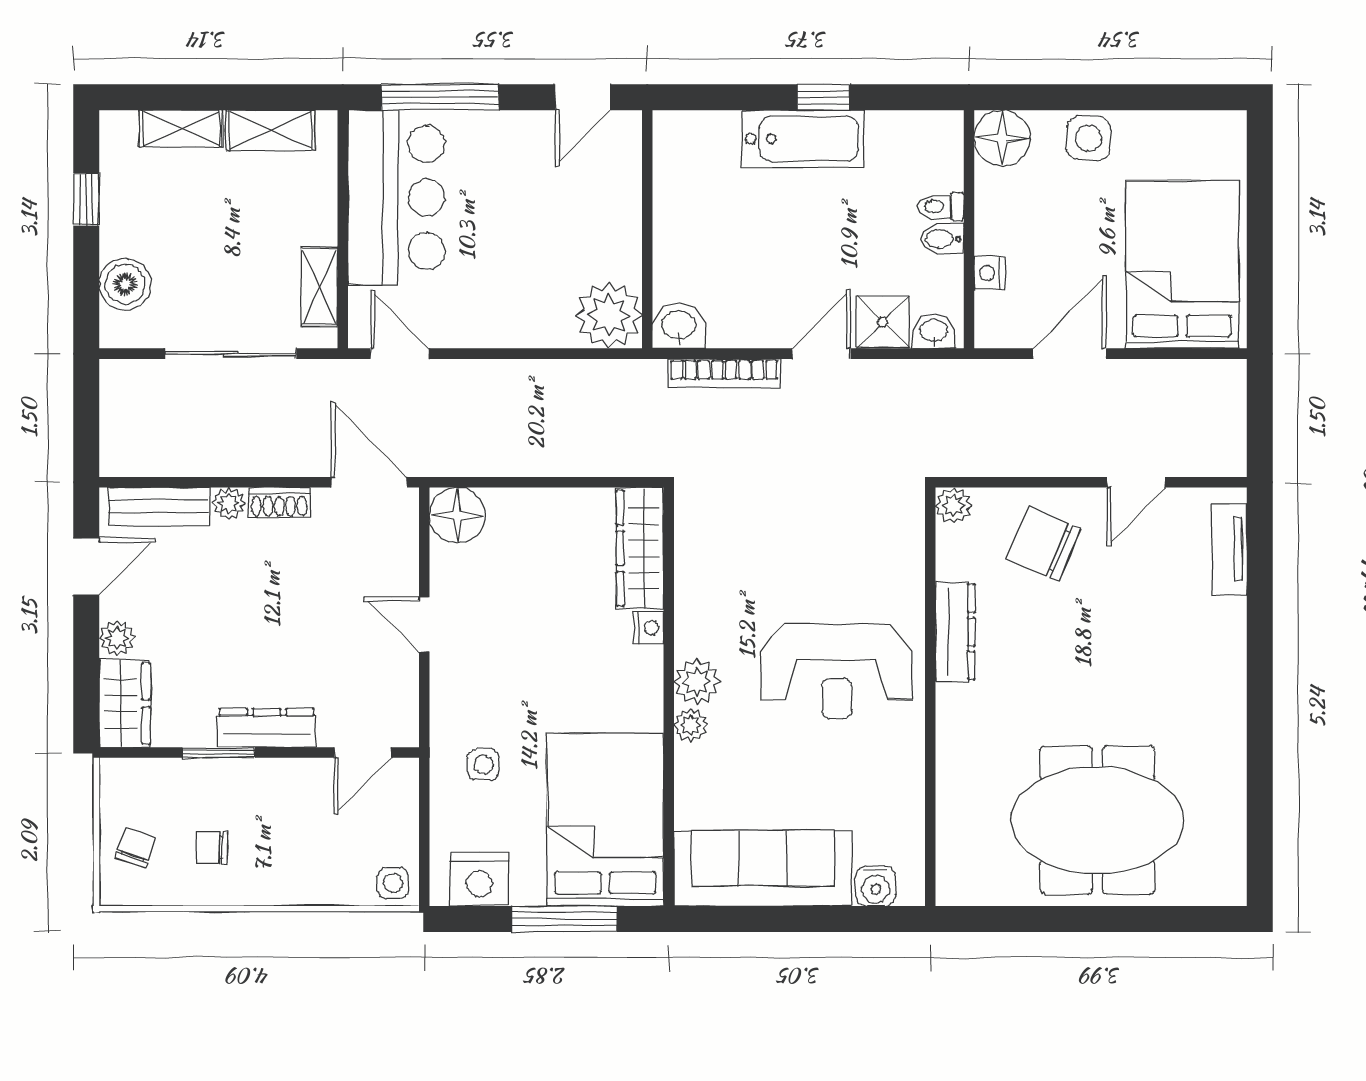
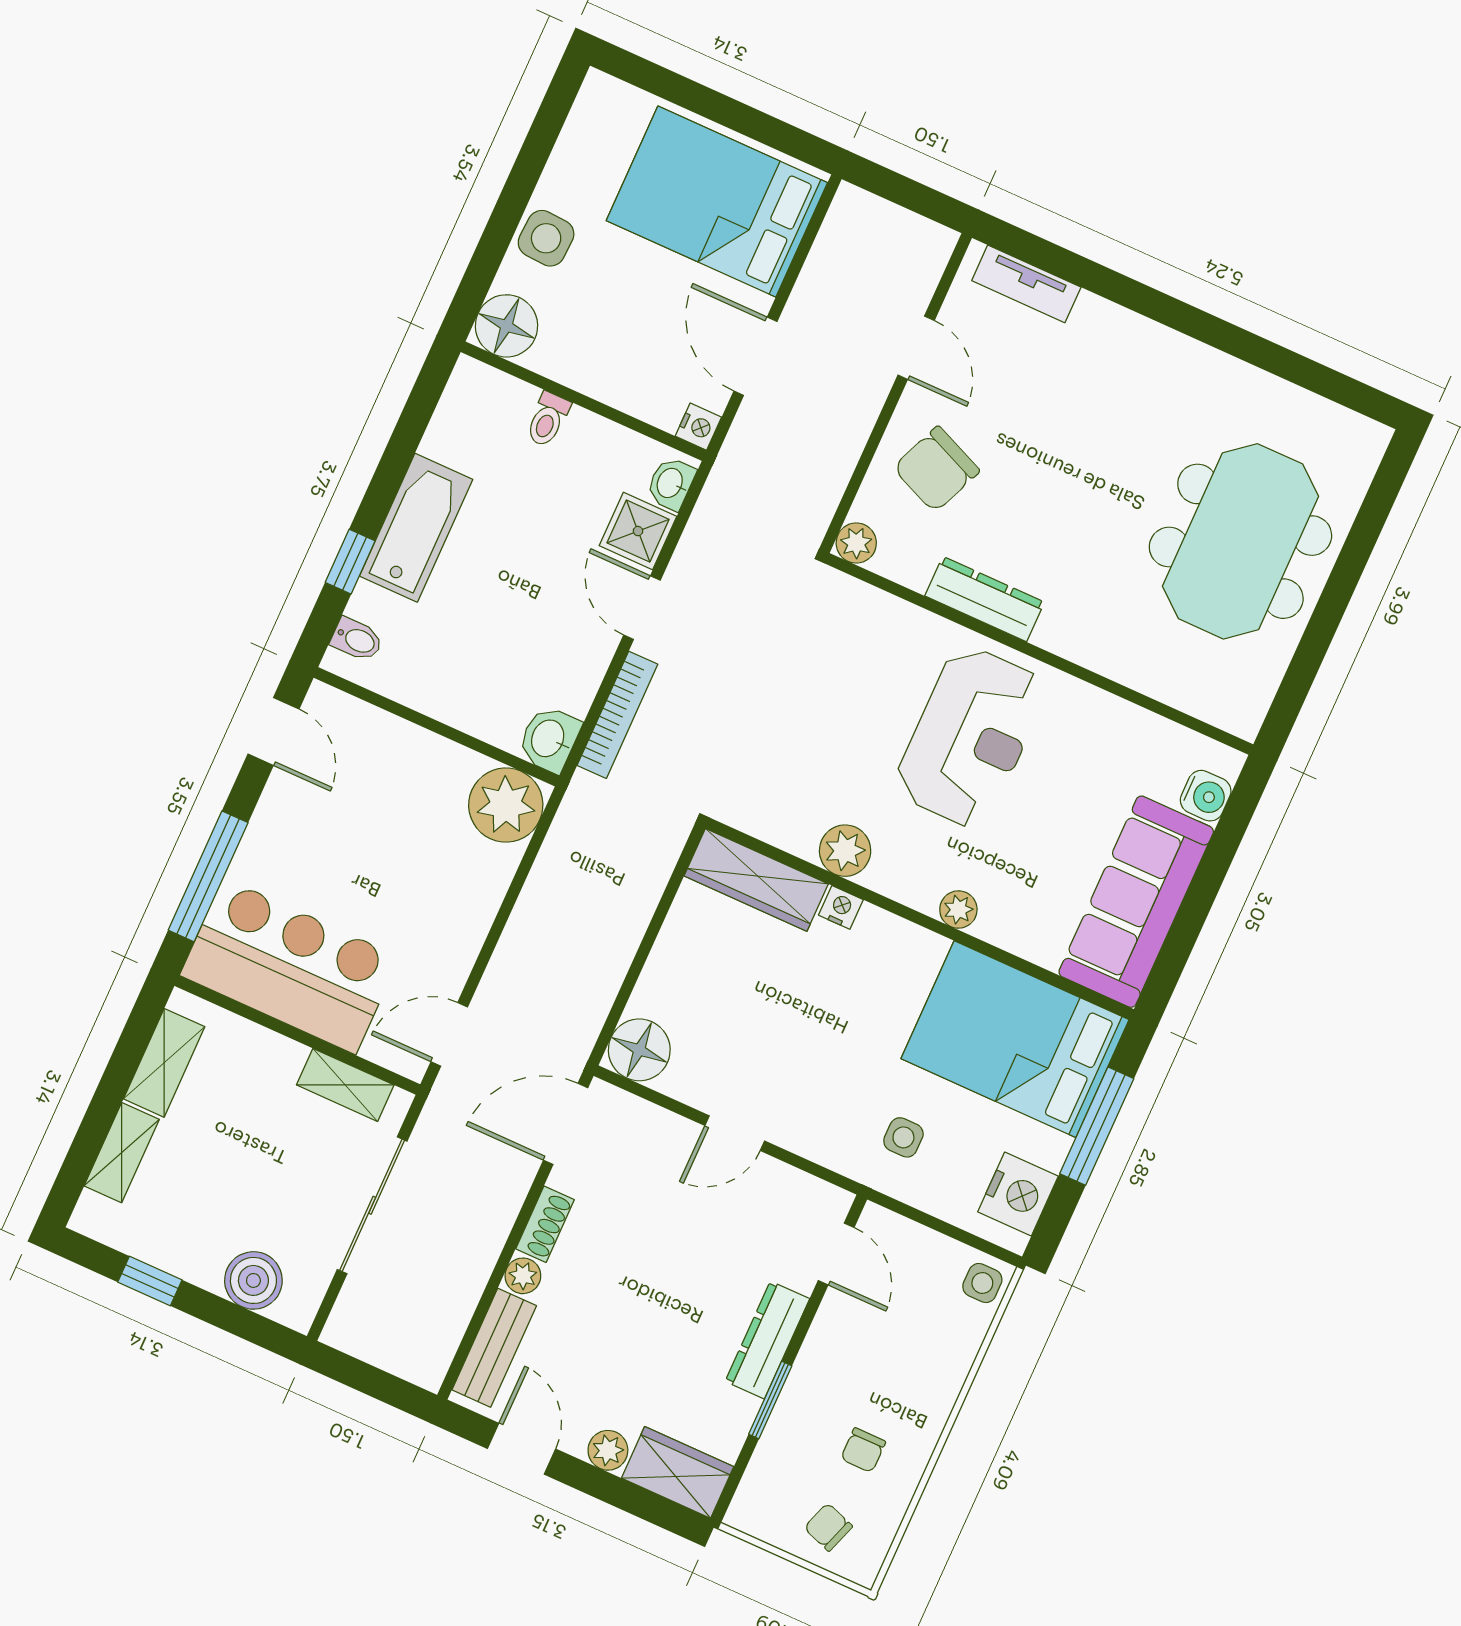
window: (824, 97) -> (350, 562), moved
bidet: (942, 239) -> (357, 640), moved, turned -90
nightstand: (990, 273) -> (698, 427), moved, turned -90
plant: (697, 682) -> (845, 851), moved

